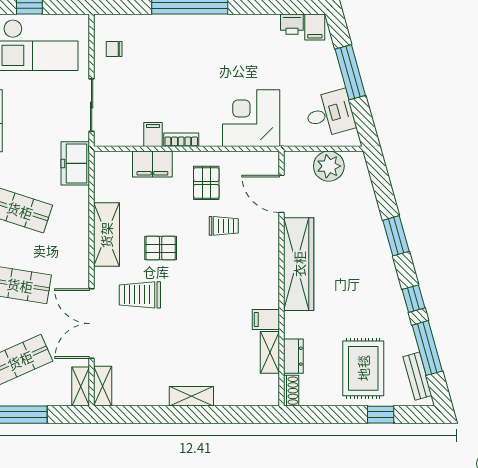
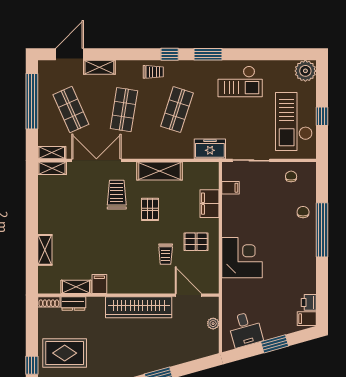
chair: (164, 32) -> (303, 212), added
window: (350, 72) -> (275, 344), width x0.69
corner desk: (251, 118) -> (242, 258), moved
filing cabinet: (153, 135) -> (230, 188), moved
bookcase: (181, 140) -> (227, 224), removed
plant: (329, 166) -> (213, 324), width x0.53, depth x0.53
door: (281, 194) -> (188, 295), hinge flipped
shelving: (191, 396) -> (45, 250), moved

